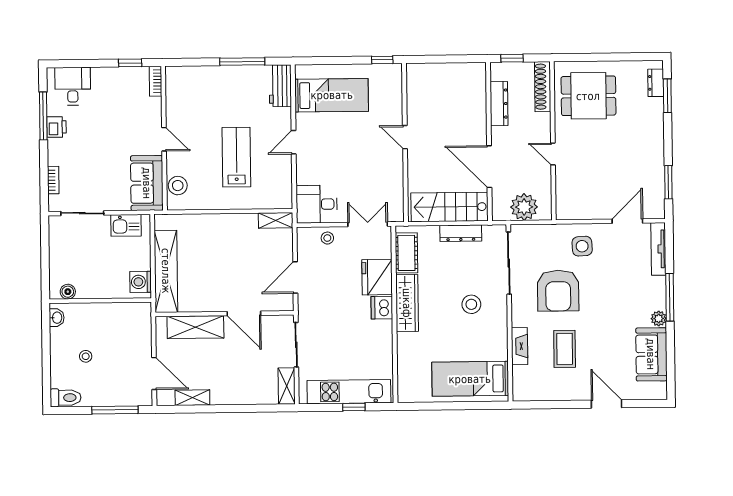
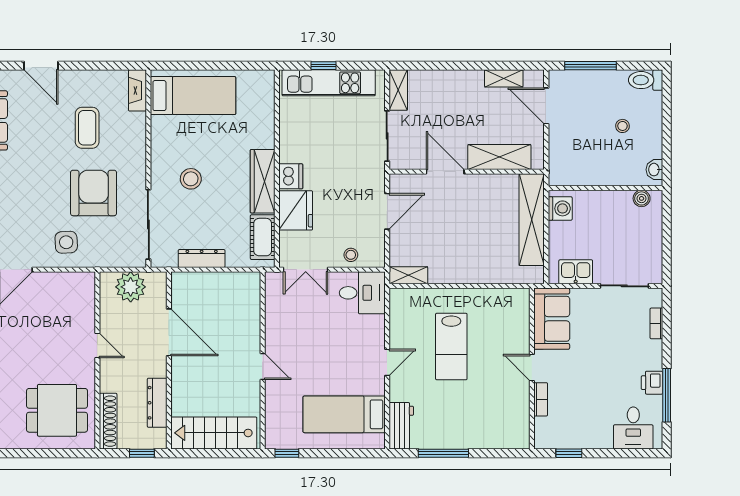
bookcase: (155, 81) -> (541, 399), moved
stool: (178, 186) -> (517, 316), removed
stairs: (450, 207) -> (214, 433), moved, turned 180
fireplace: (520, 346) -> (138, 90), moved

